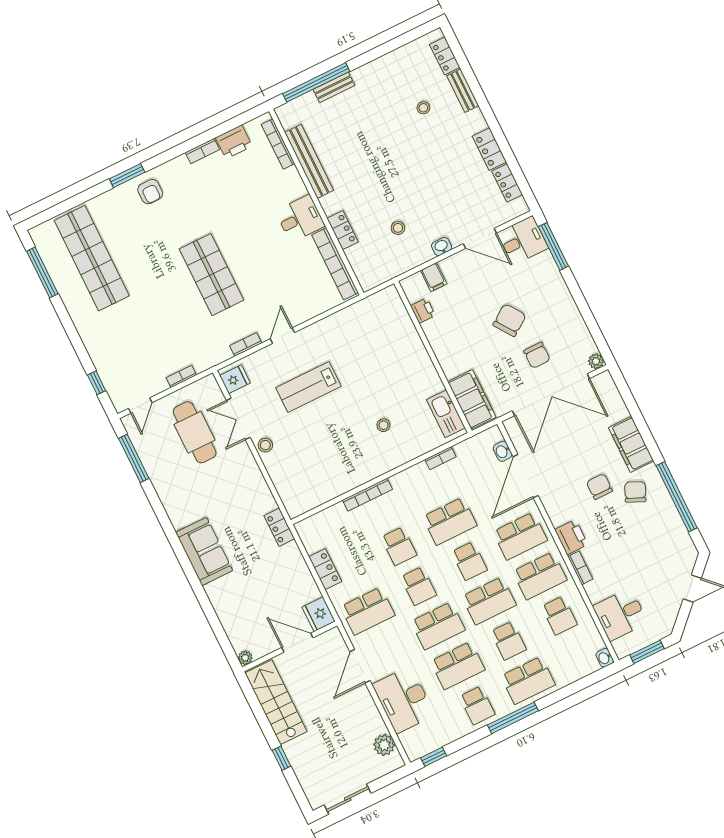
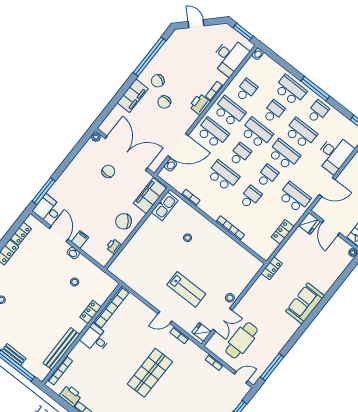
filing cabinet: (434, 277) -> (80, 239), moved
chair: (510, 320) -> (124, 221), moved
desk: (620, 614) -> (229, 57), width x1.37

